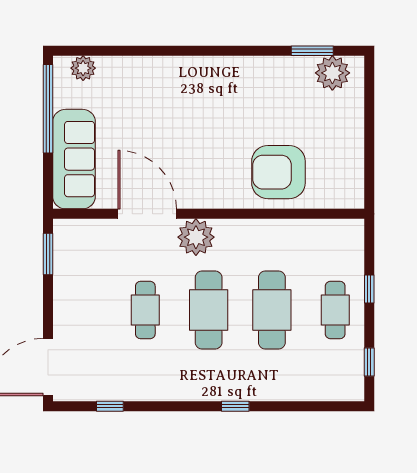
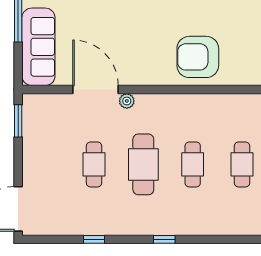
plant: (196, 237) -> (127, 101), width x0.53, depth x0.53
cafe table: (272, 310) -> (193, 164), width x0.73, depth x0.74
window: (110, 406) -> (94, 239), moved

